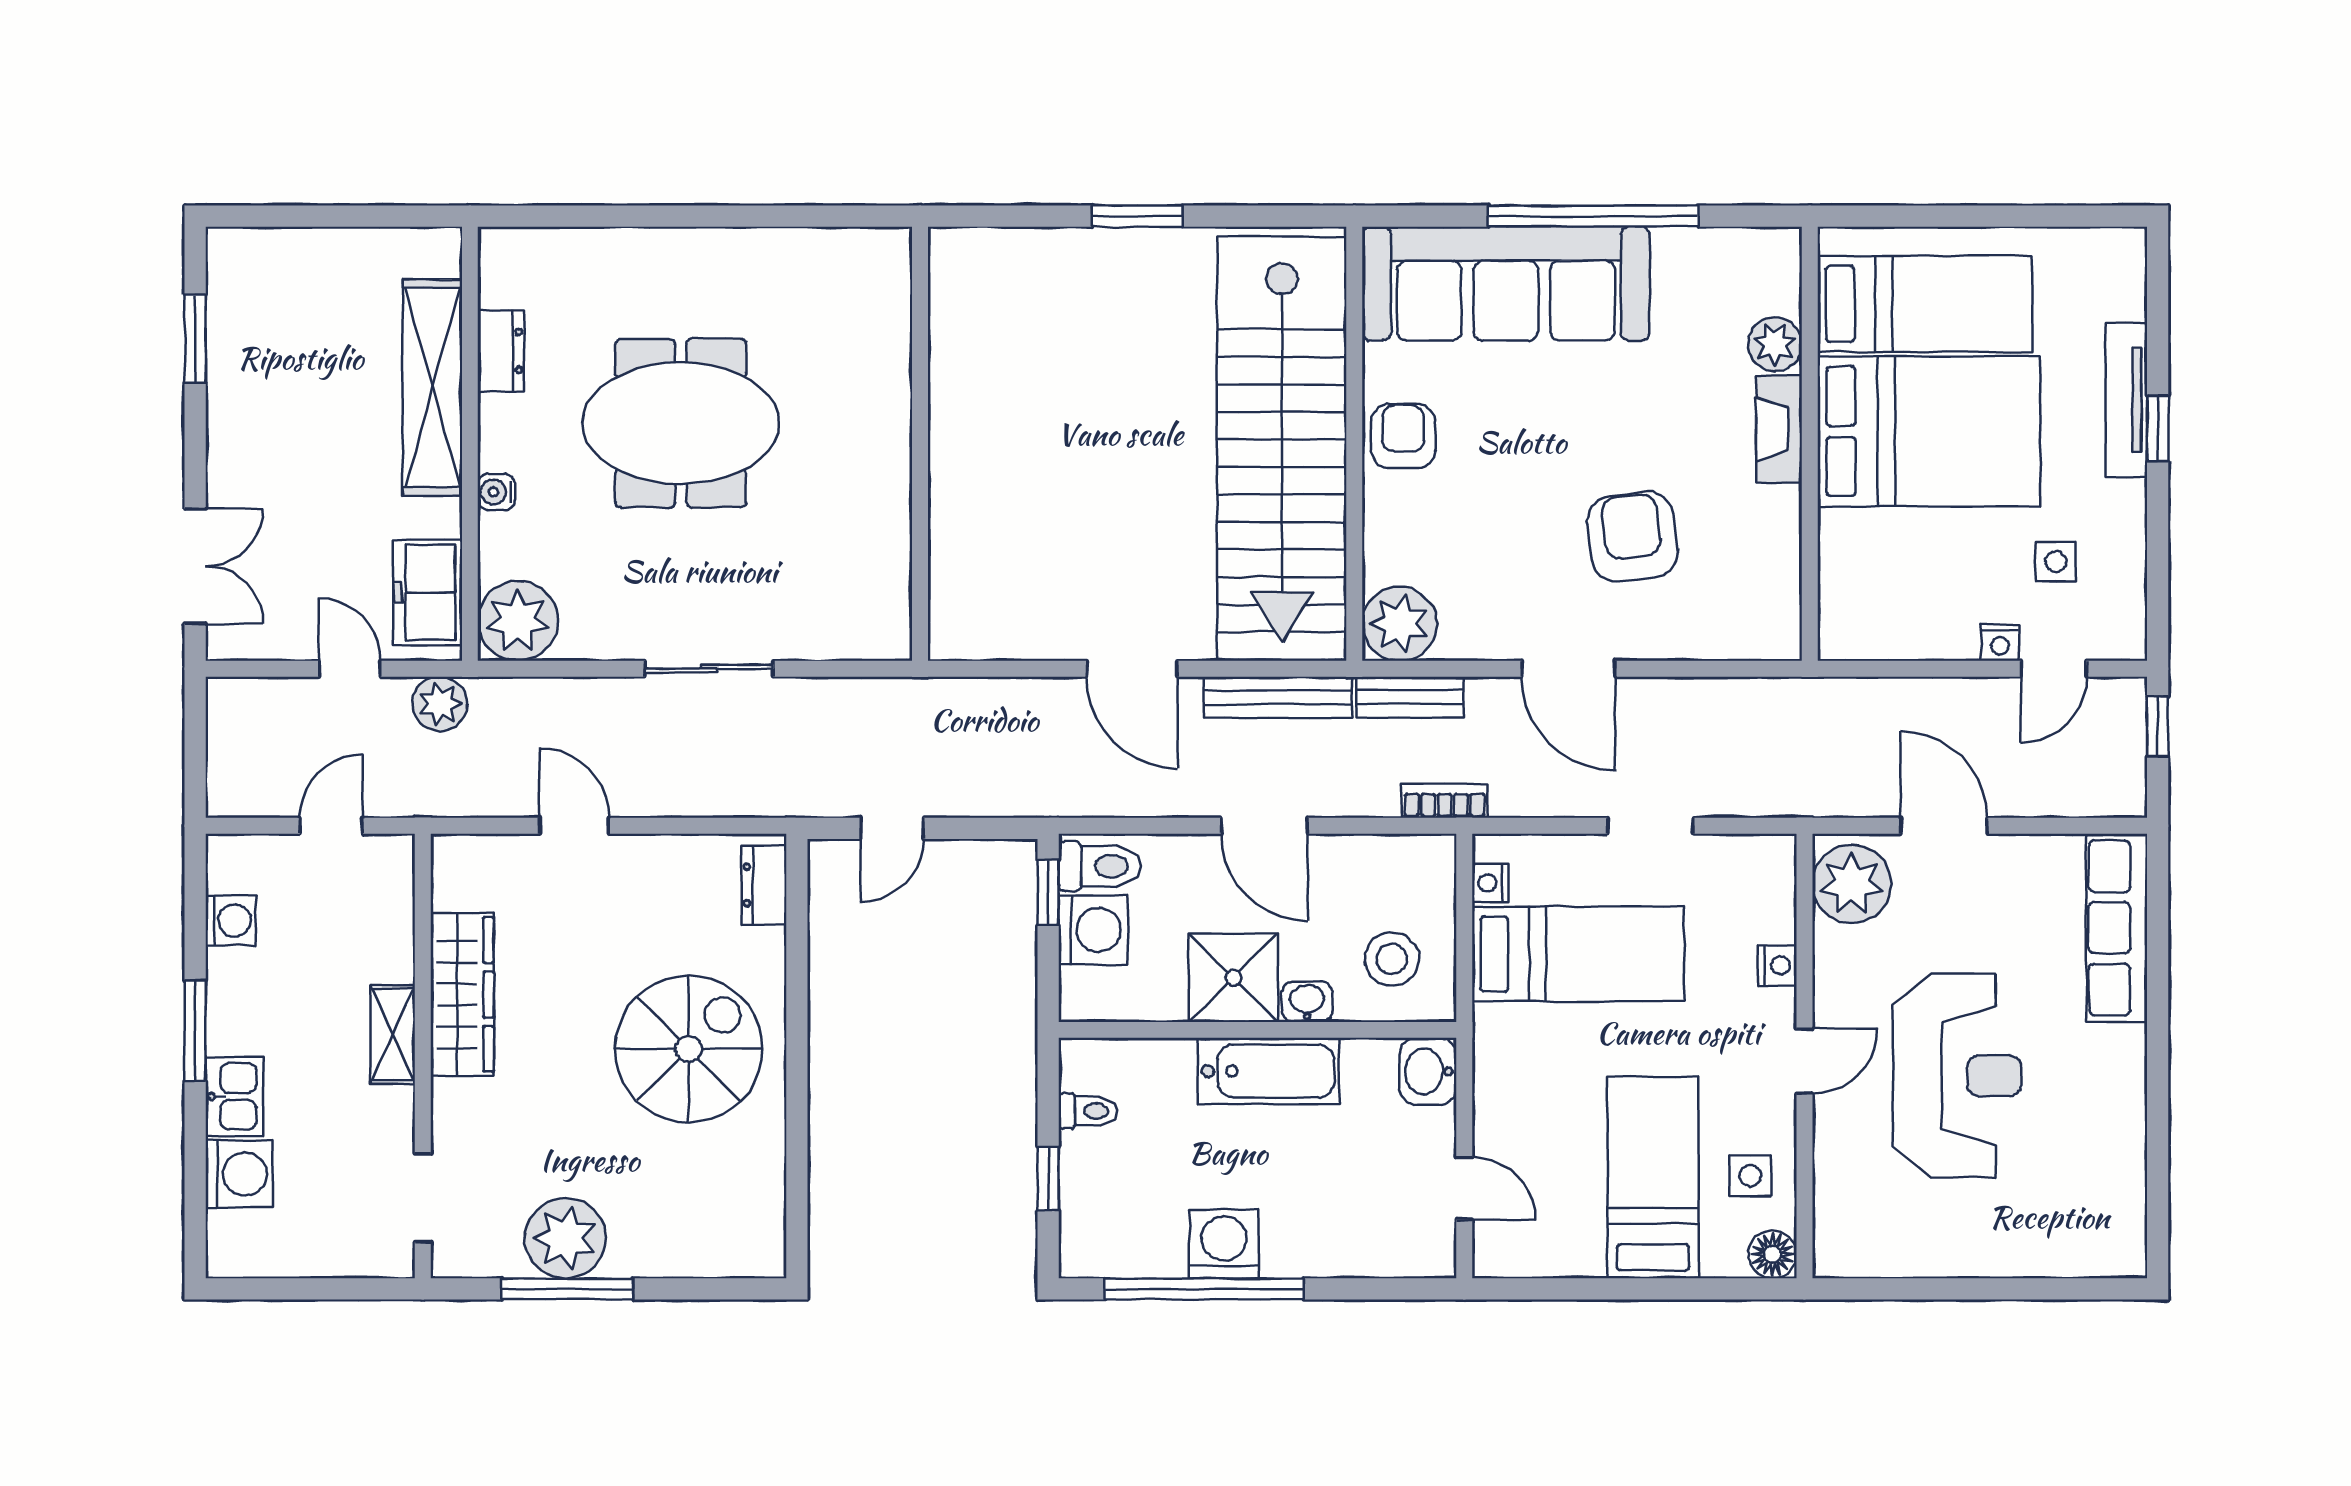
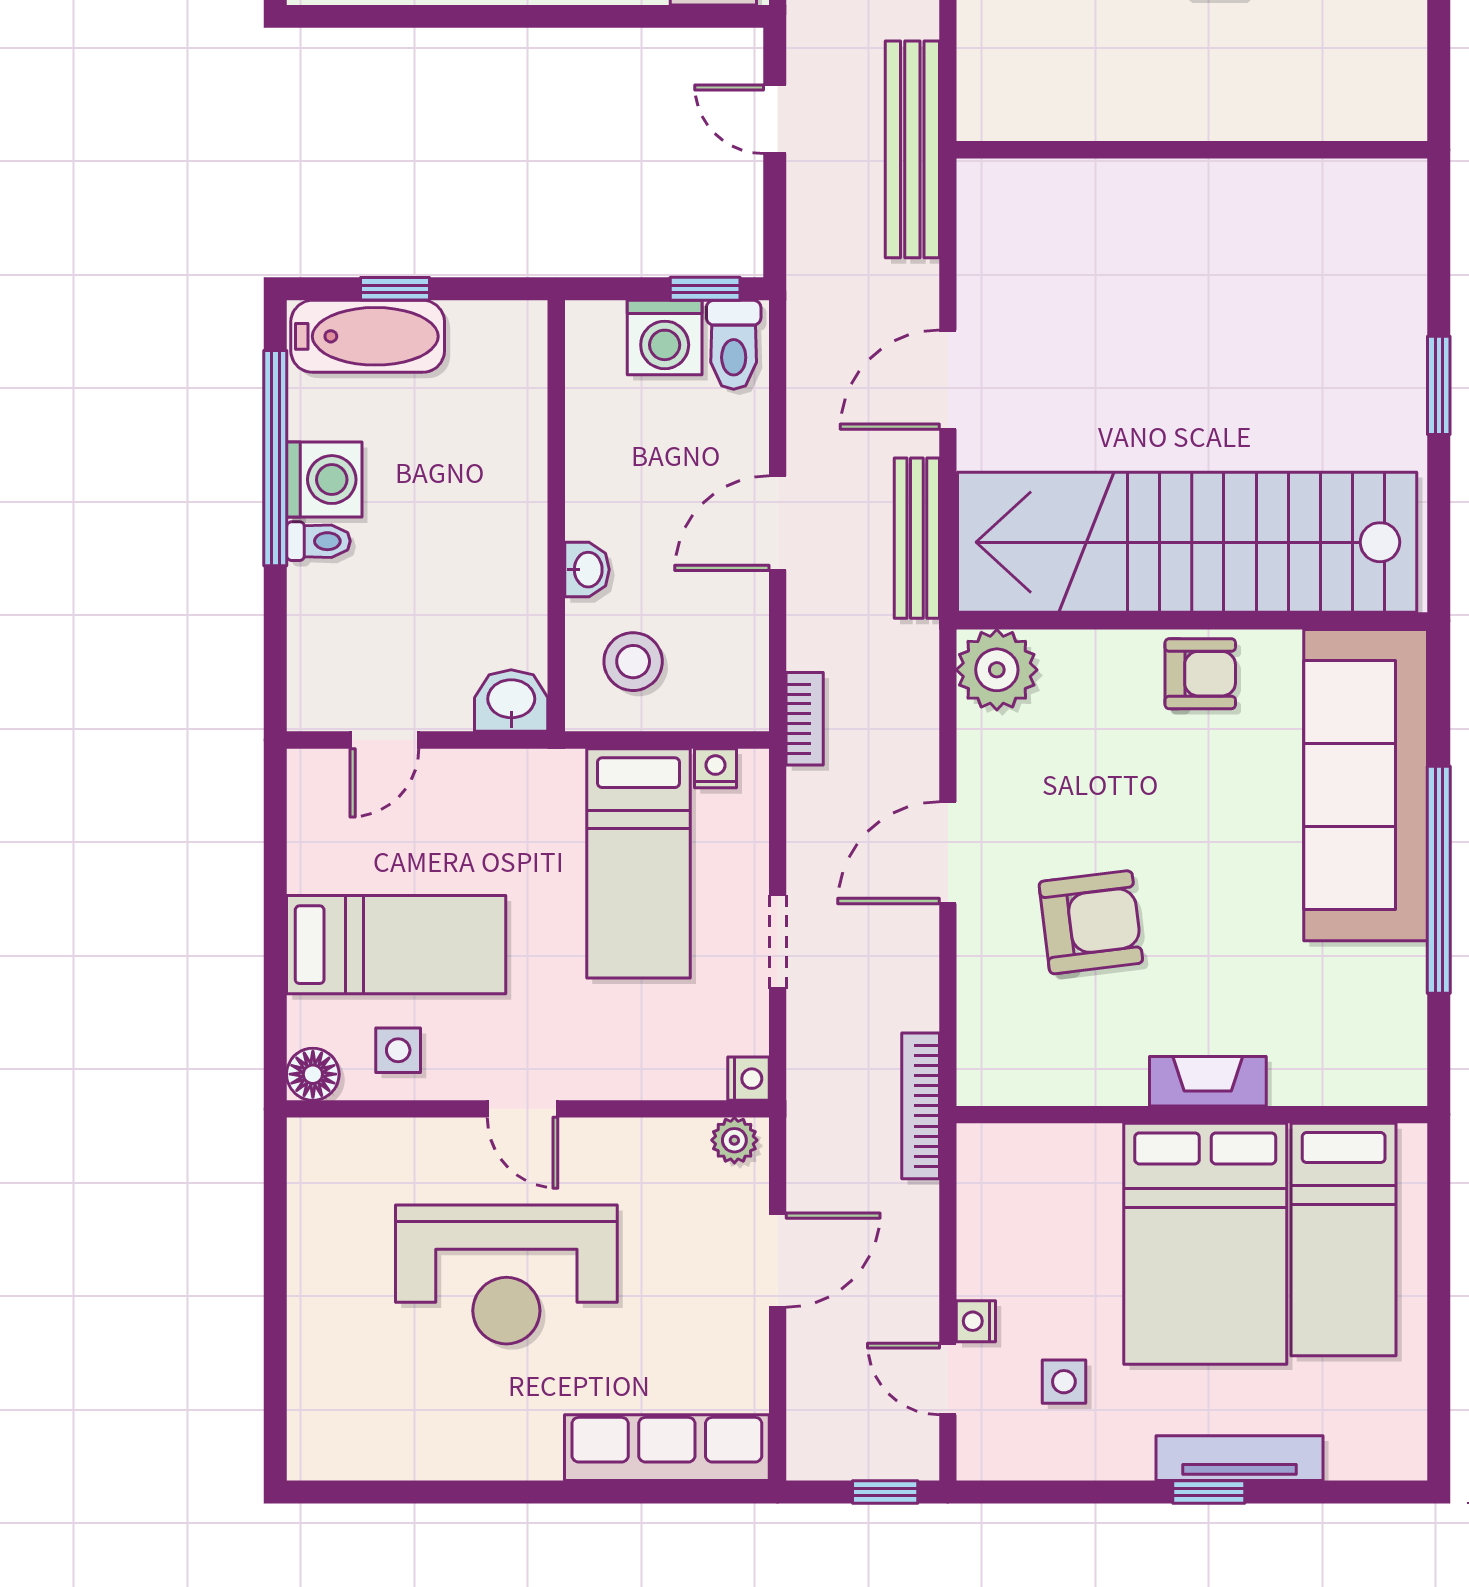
plant: (1775, 344) -> (1300, 1077), removed
bookcase: (1802, 694) -> (921, 1106), added
bench: (1410, 697) -> (912, 149), moved, width x1.86, depth x1.21
plant: (1852, 884) -> (734, 1140), width x0.53, depth x0.53
nightstand: (1778, 965) -> (748, 1079), moved, turned -90
shower: (1233, 978) -> (613, 490), removed
bathtub: (1269, 1071) -> (368, 336), moved, turned -90
toilet: (1088, 1111) -> (318, 541), moved, turned -90

